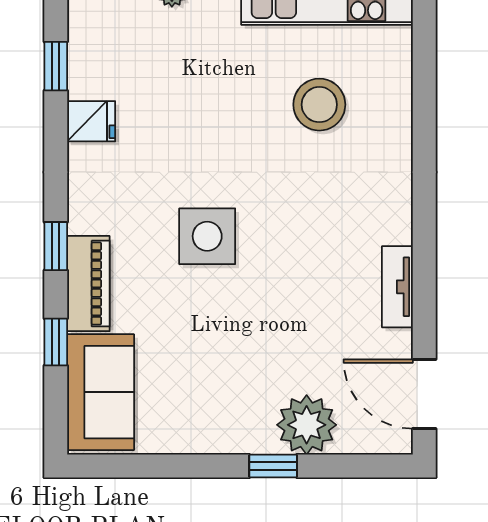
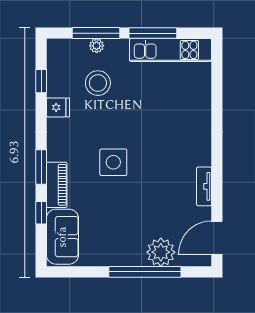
stool: (319, 105) -> (98, 83), moved
window: (56, 246) -> (41, 167), width x1.50
door: (424, 394) -> (217, 238), hinge flipped
window: (273, 466) -> (145, 272), width x3.17

